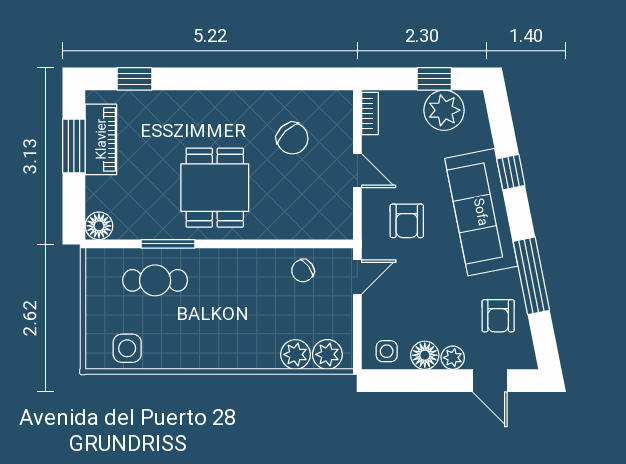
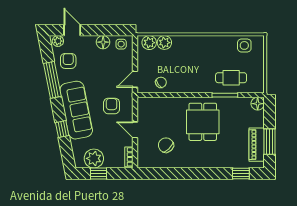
plant: (453, 358) -> (58, 41), moved

